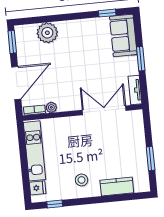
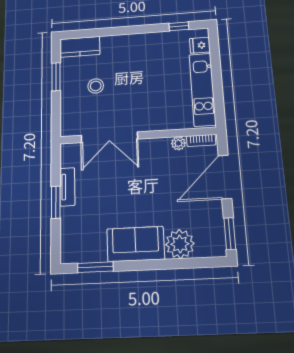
window: (107, 13) -> (95, 267), width x1.50
sofa: (123, 35) -> (136, 244), moved, turned -90
tv unit: (135, 90) -> (67, 187), moved
stool: (82, 180) -> (96, 86), moved
kitchen counter: (117, 186) -> (80, 47), moved

